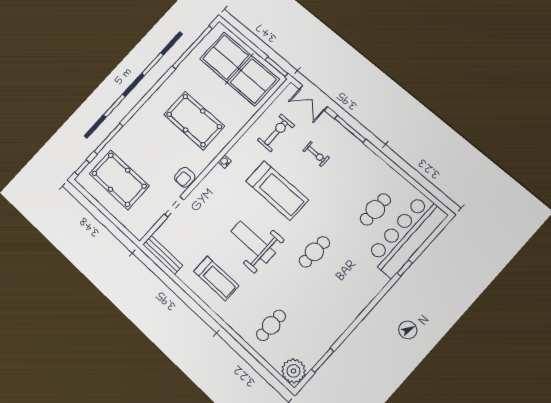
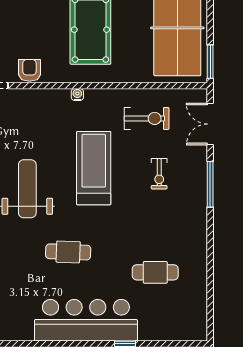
armchair: (185, 177) -> (29, 70), turned 90
treadmill: (277, 191) -> (94, 168), turned 180
bar counter: (406, 235) -> (86, 320), moved

